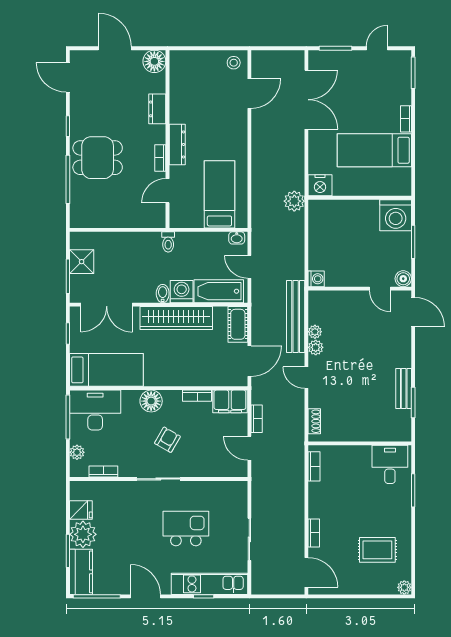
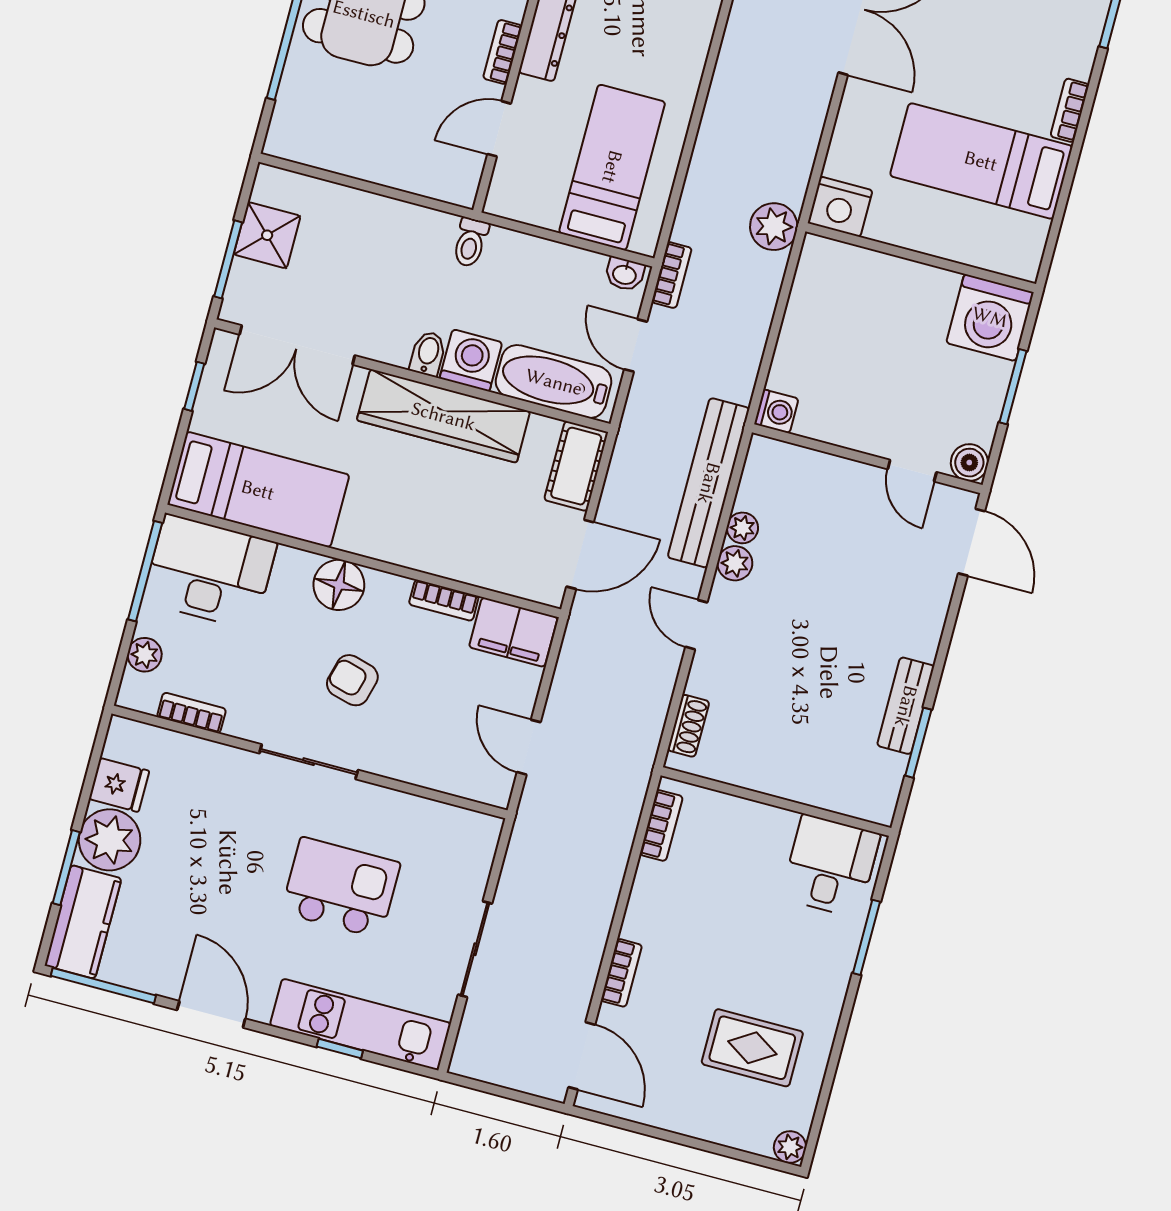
bookcase: (257, 419) -> (672, 275), moved
armchair: (167, 440) -> (352, 680), turned -105

